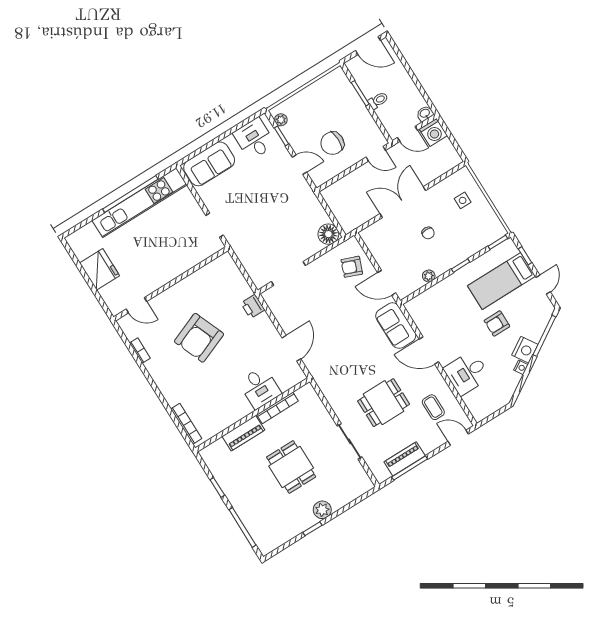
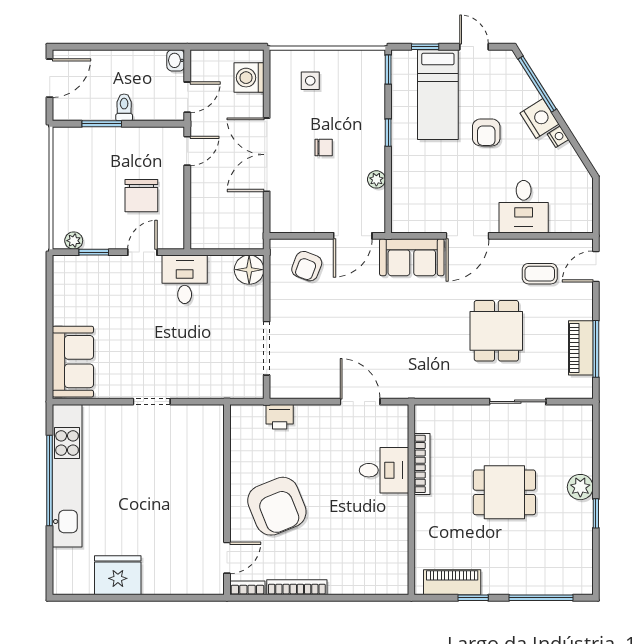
washing machine: (433, 132) -> (249, 78), moved, turned 180
desk: (254, 139) -> (185, 279), moved, turned 90
wall: (171, 284) -> (227, 500), moved
door: (136, 305) -> (227, 558), moved
bookcase: (186, 424) -> (297, 587), moved
piano: (243, 433) -> (452, 582), moved, turned -90

